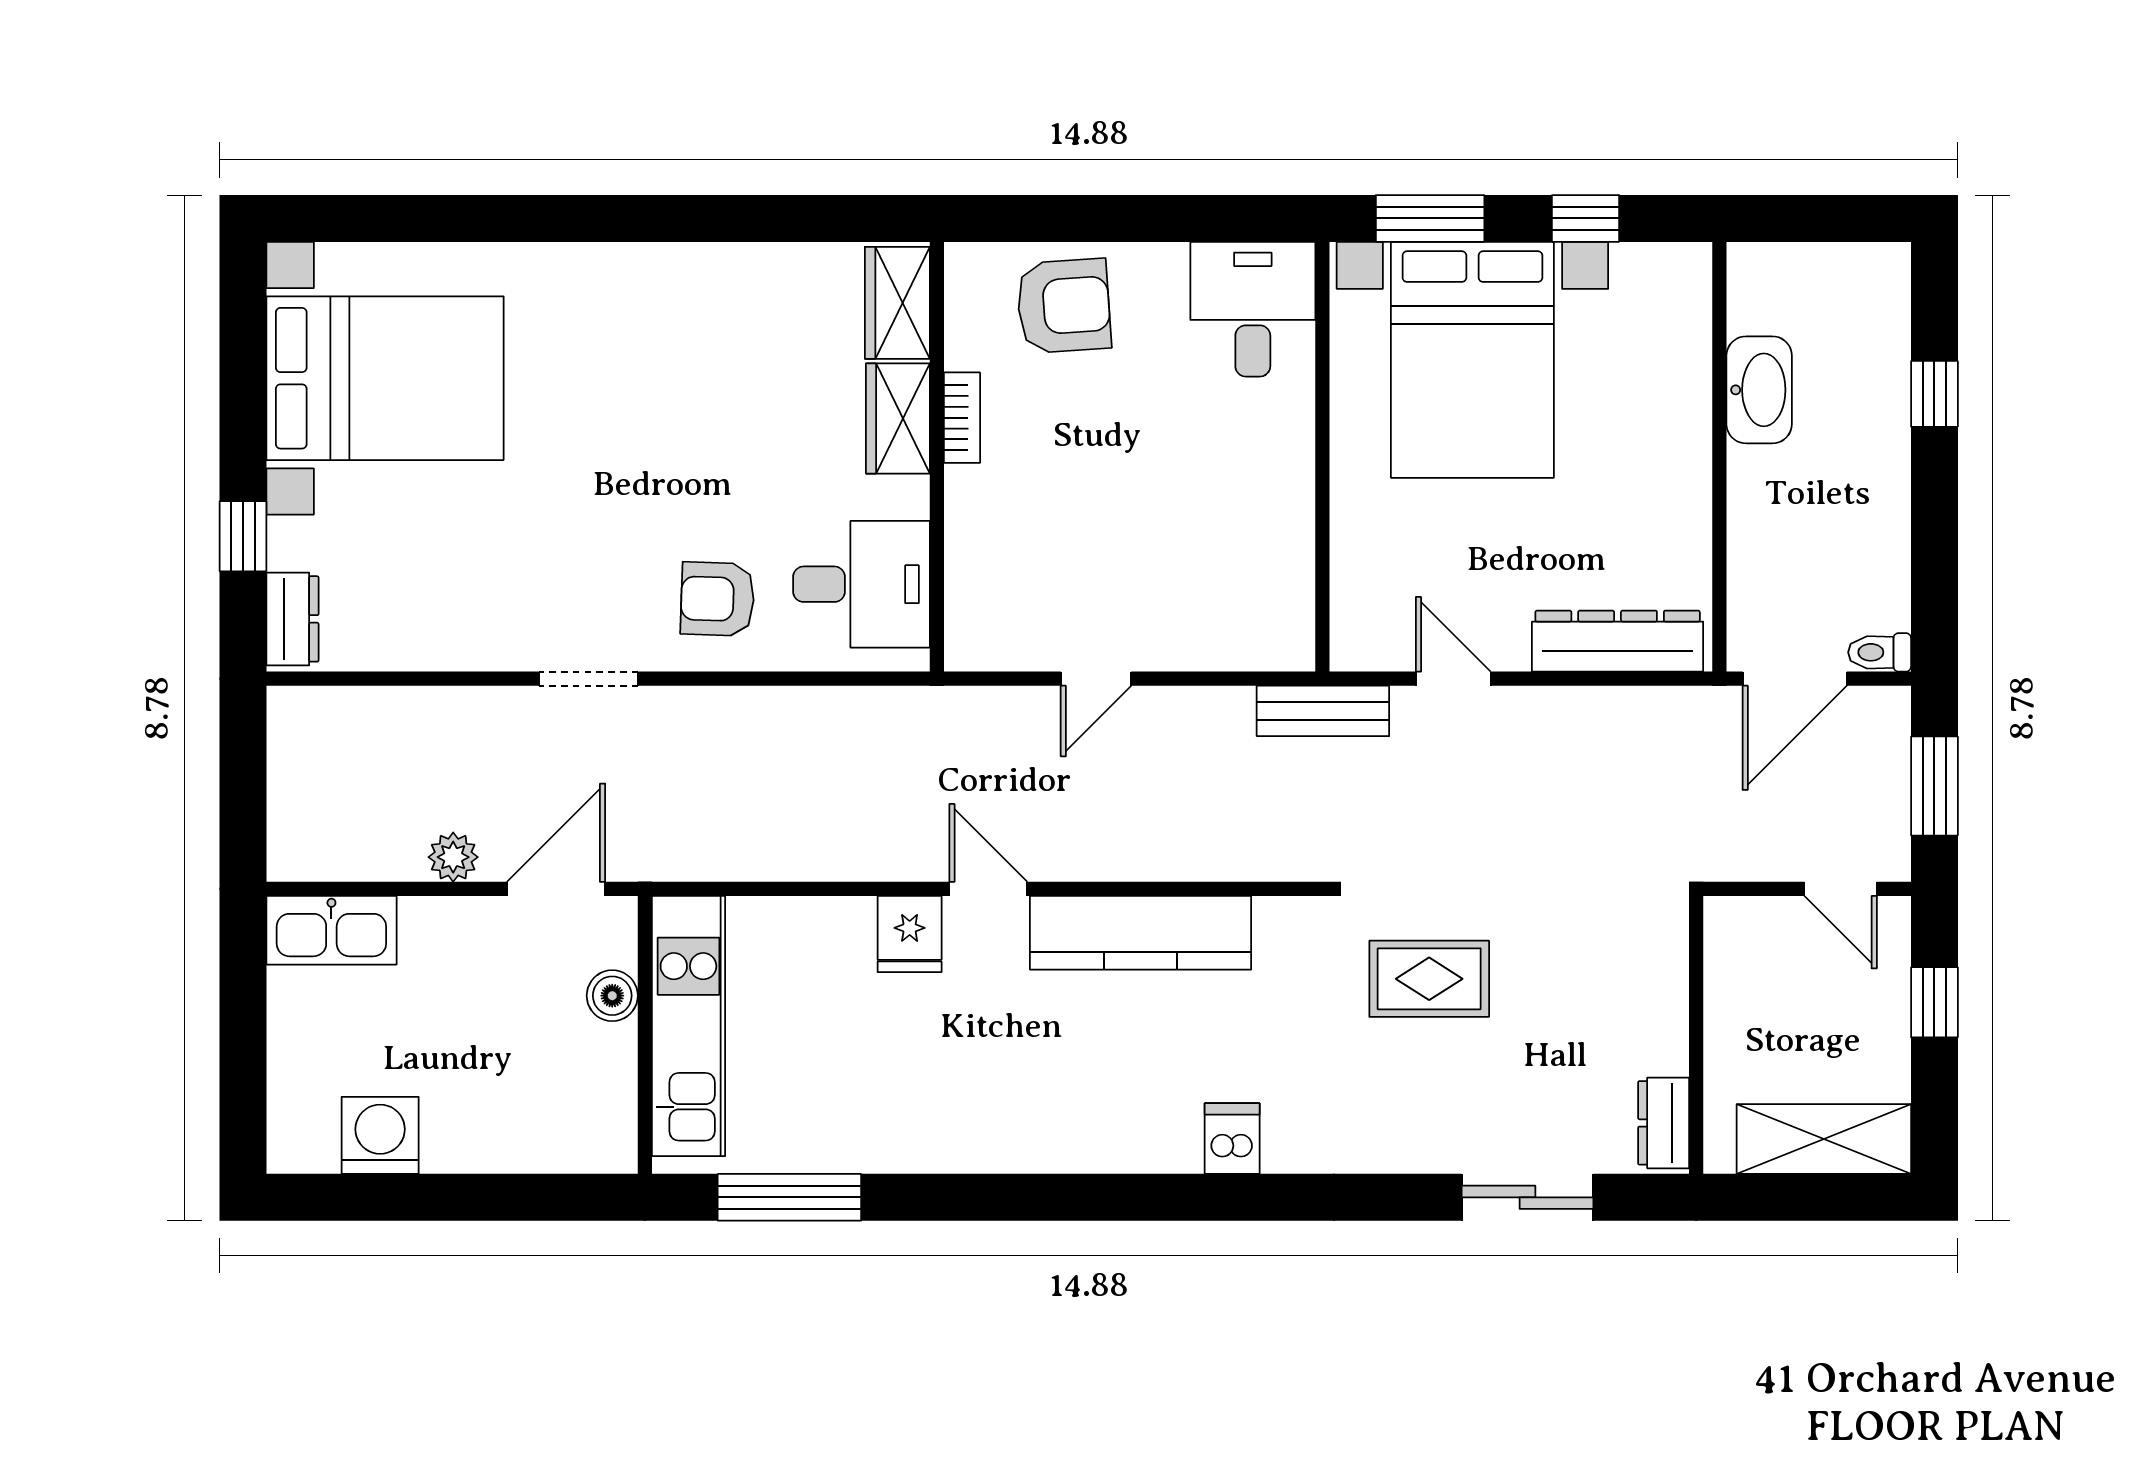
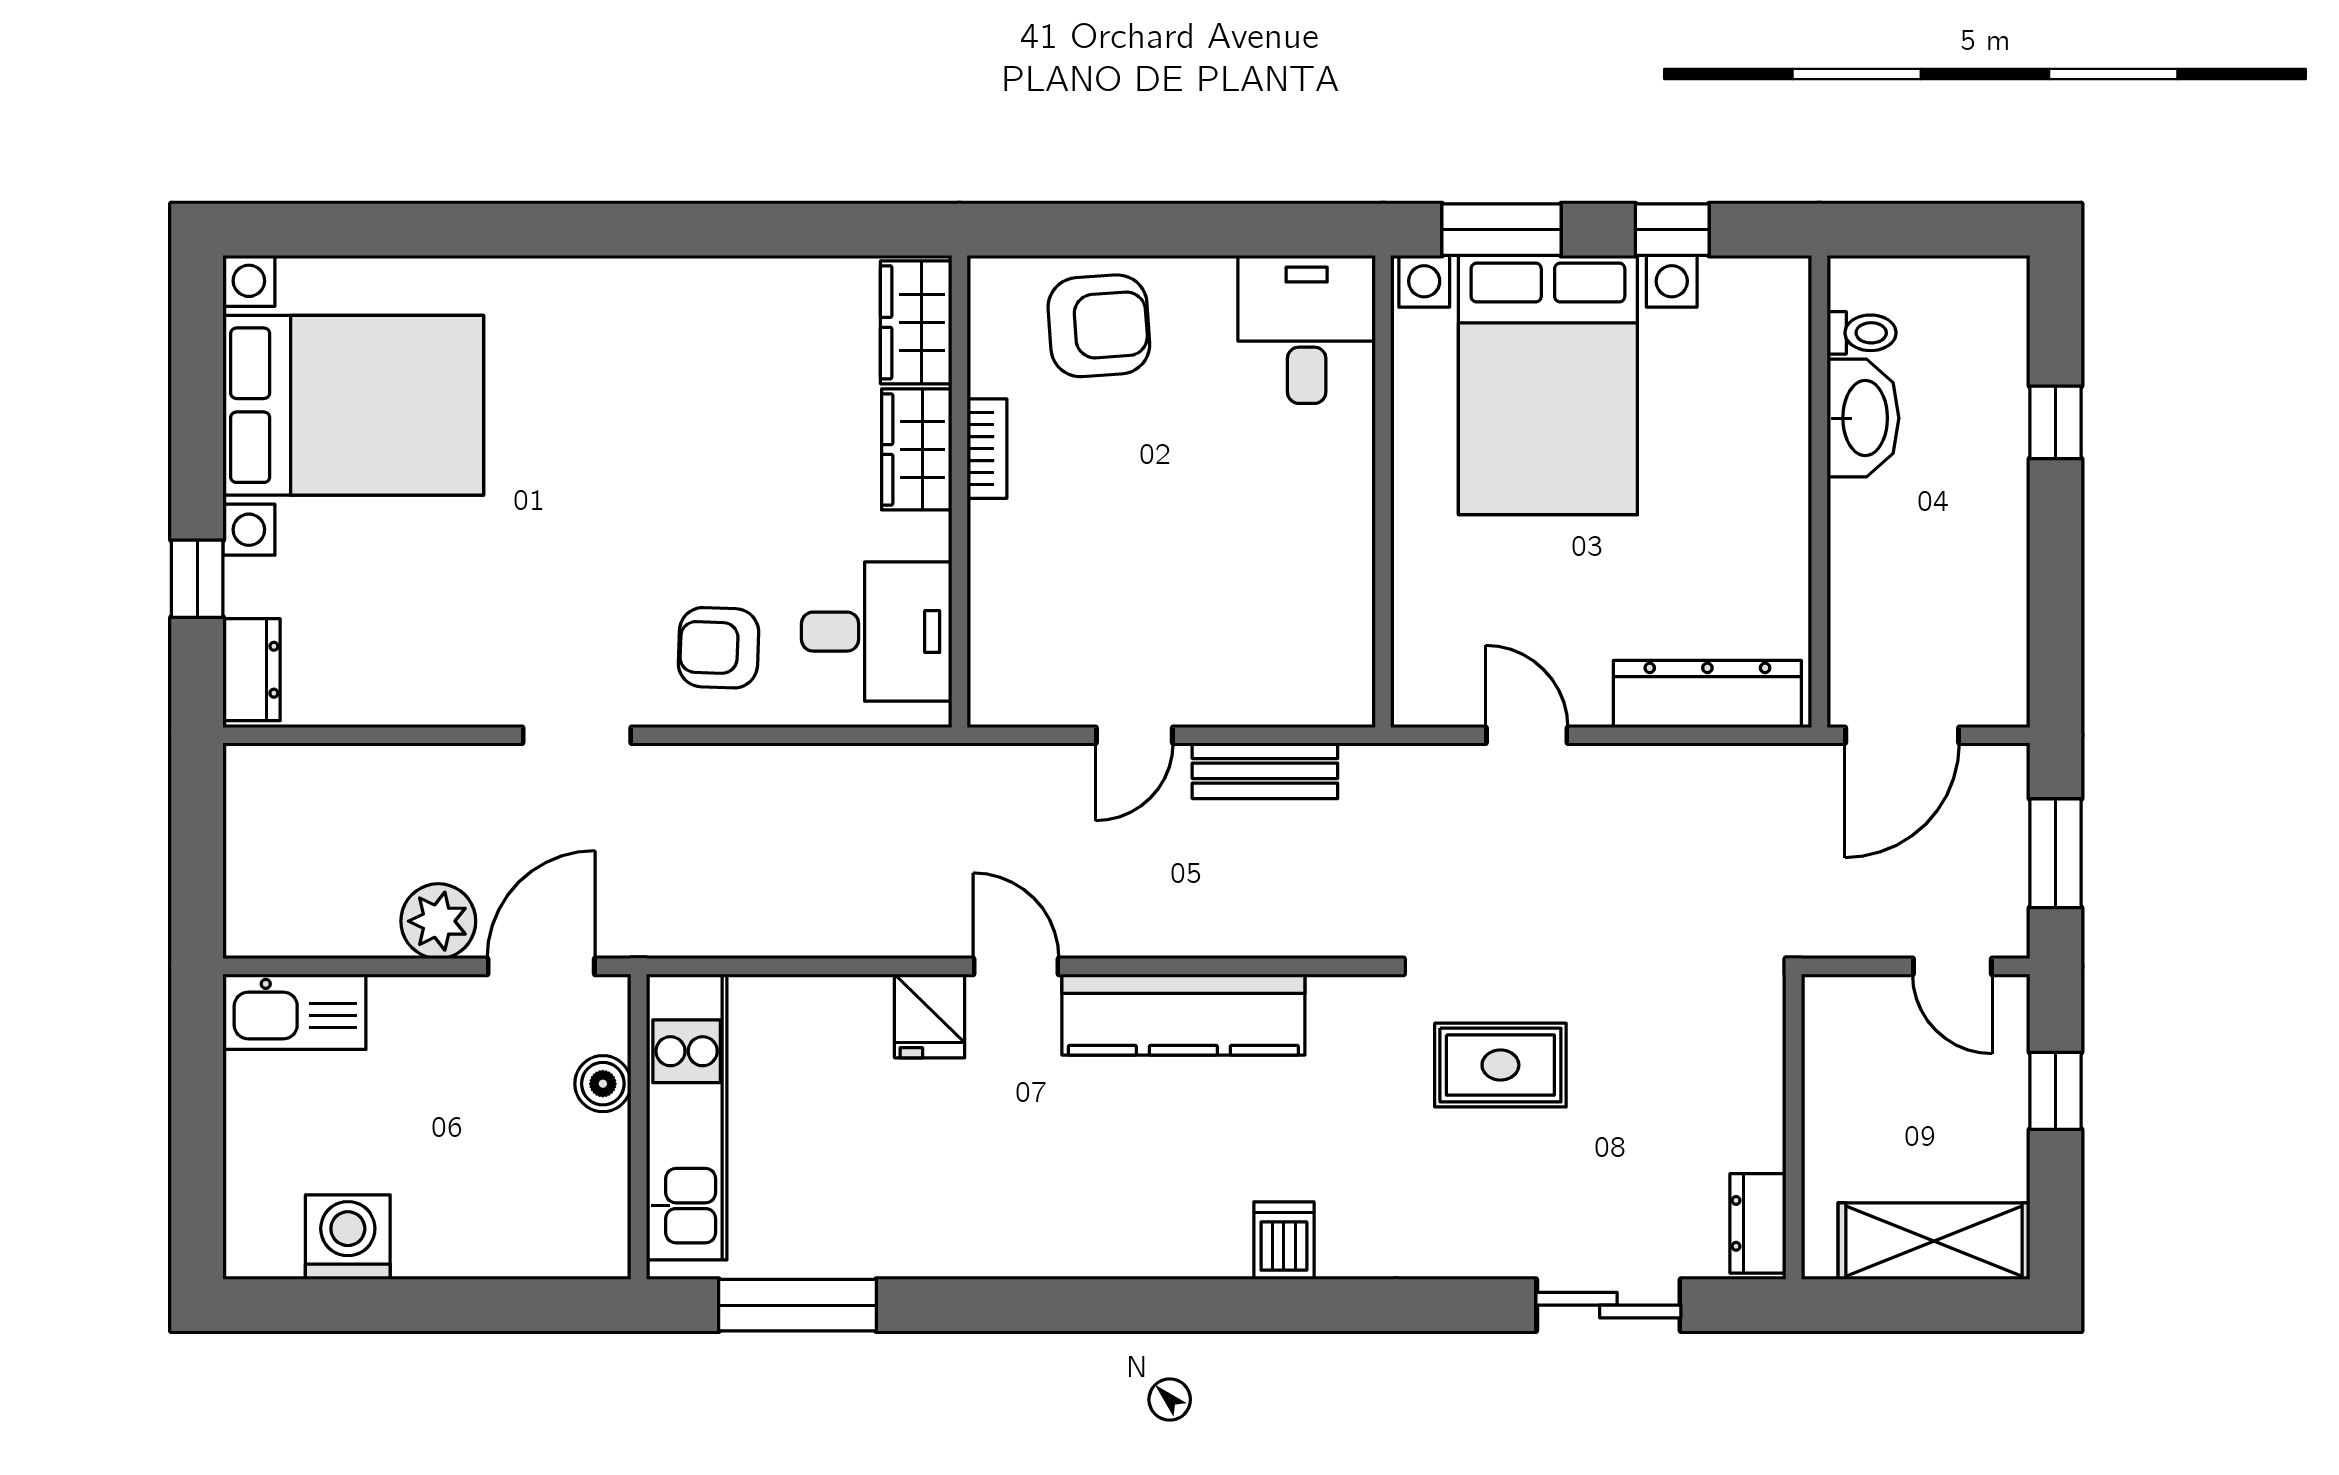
toilet: (1880, 652) -> (1862, 333), moved, turned 180
bench: (1323, 711) -> (1265, 771), moved
plant: (453, 857) -> (438, 921), width x1.38, depth x1.38

